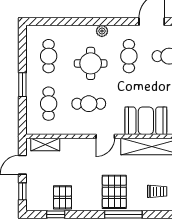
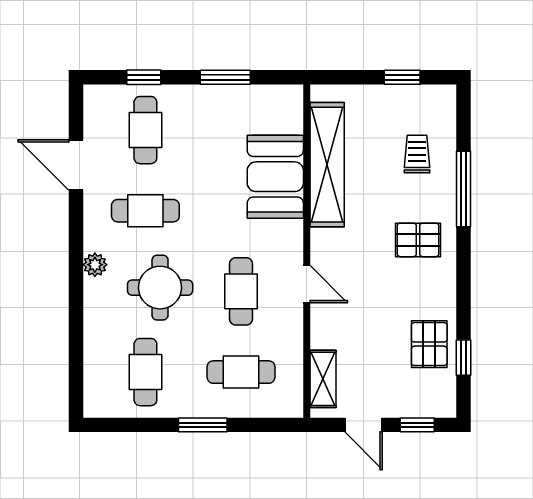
cafe table: (49, 56) -> (145, 372), turned 90
door: (105, 136) -> (307, 284), moved
pallet: (114, 192) -> (418, 240), width x0.67, depth x0.71
pallet: (63, 197) -> (429, 344), turned 90
window: (123, 214) -> (464, 189), moved

